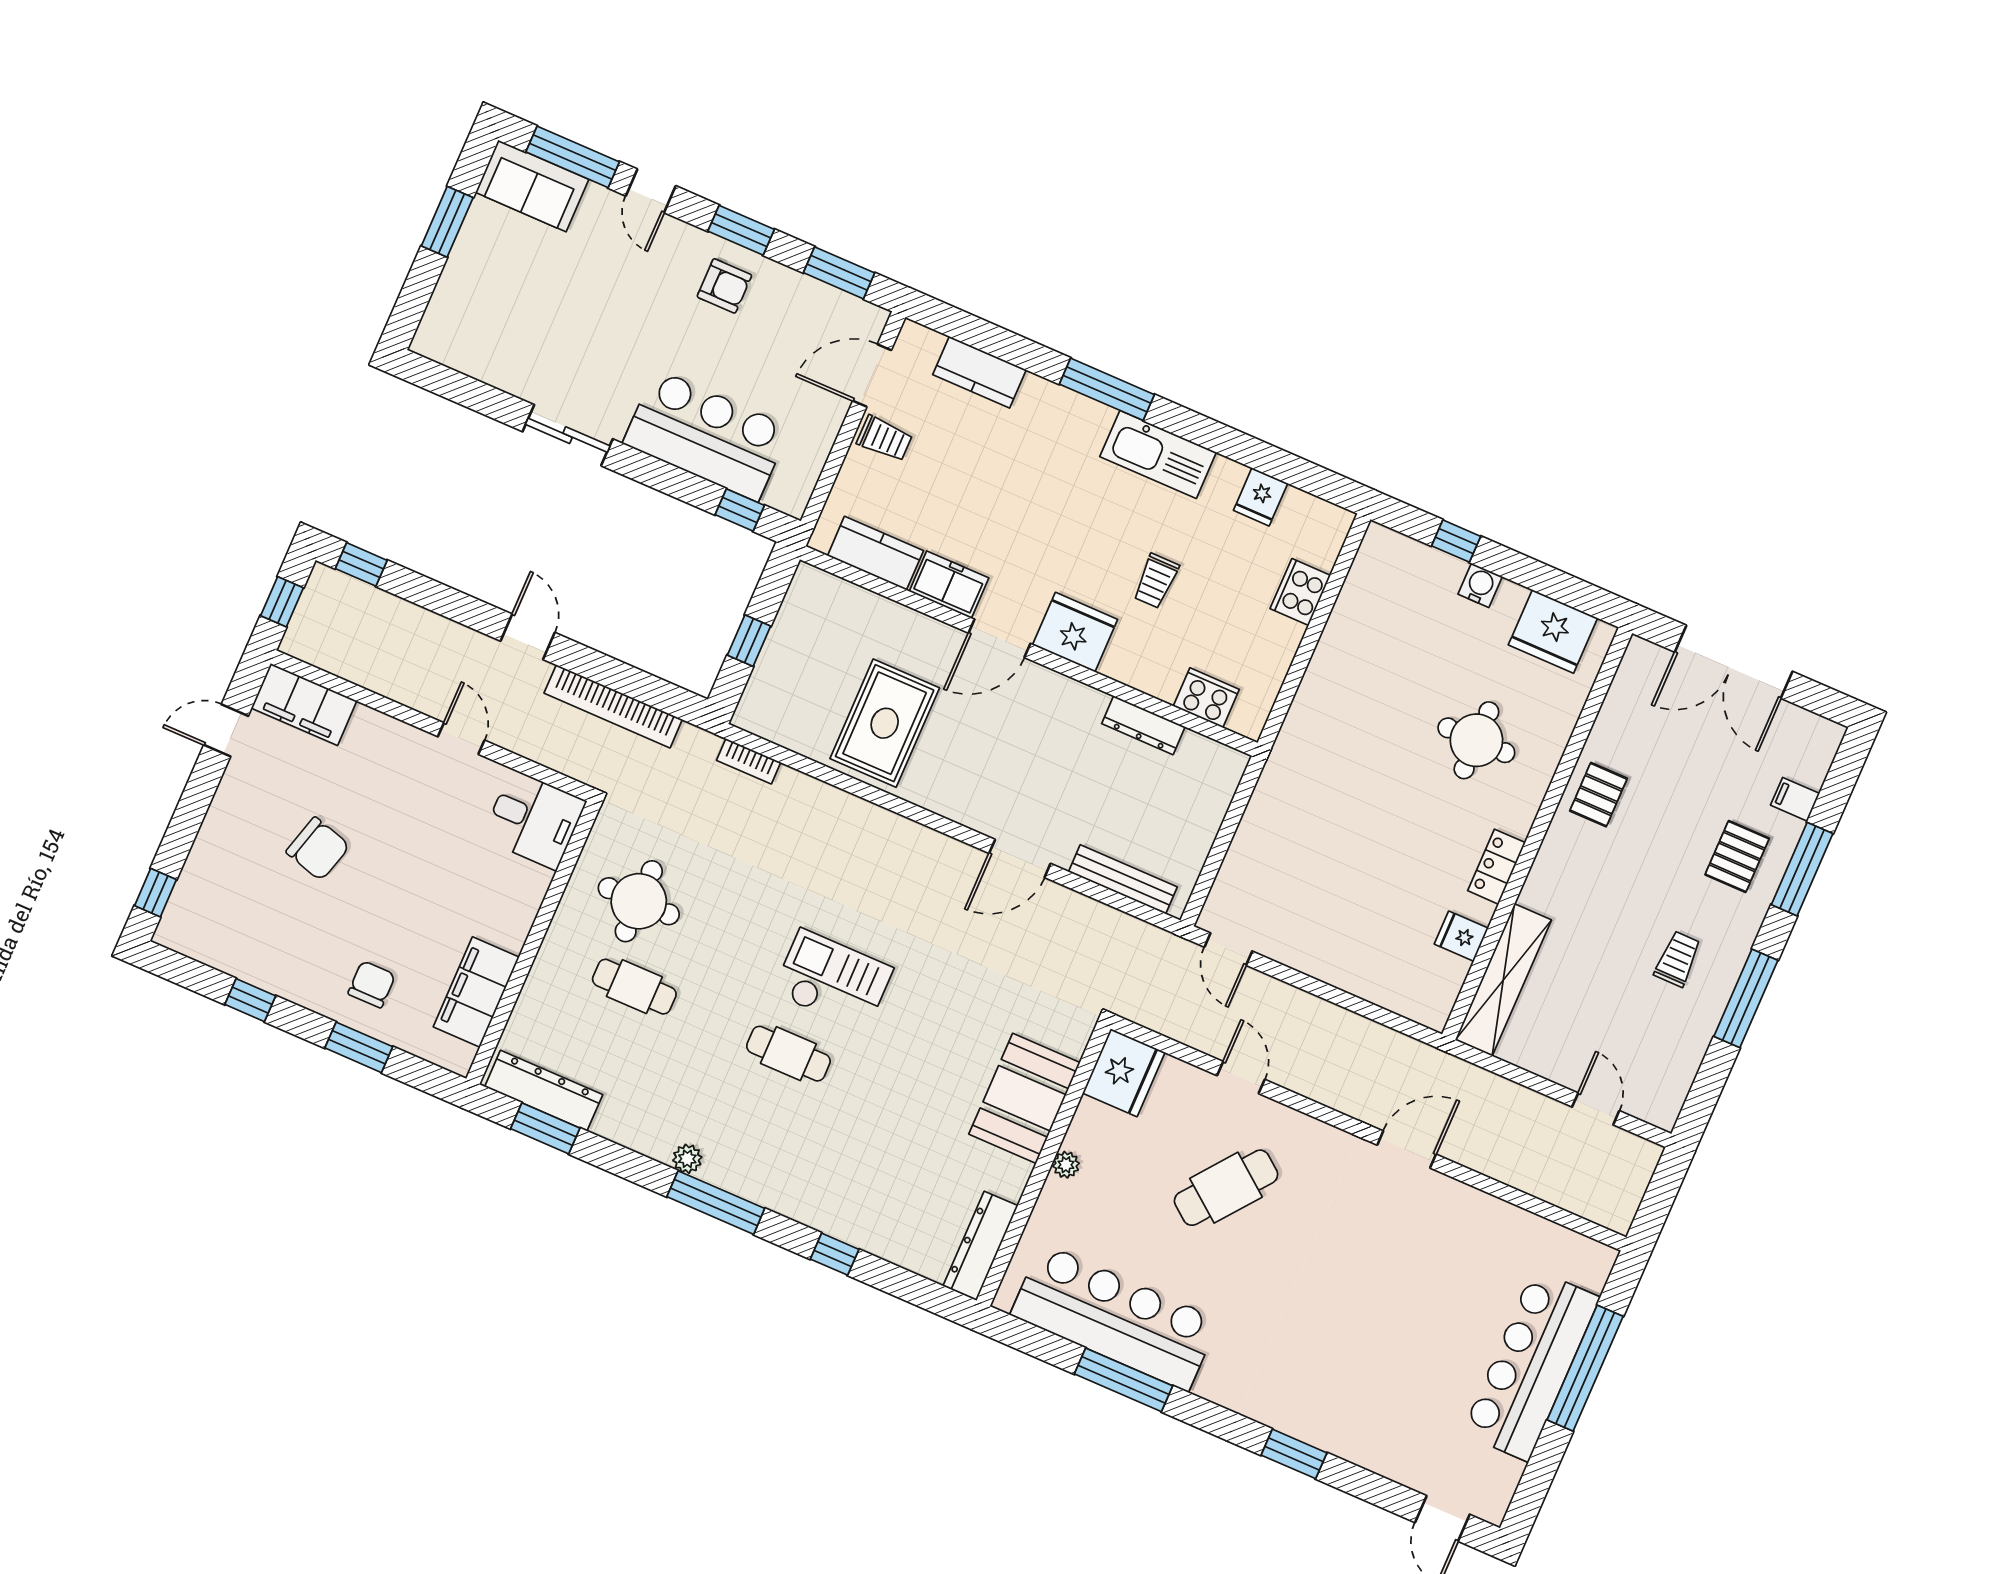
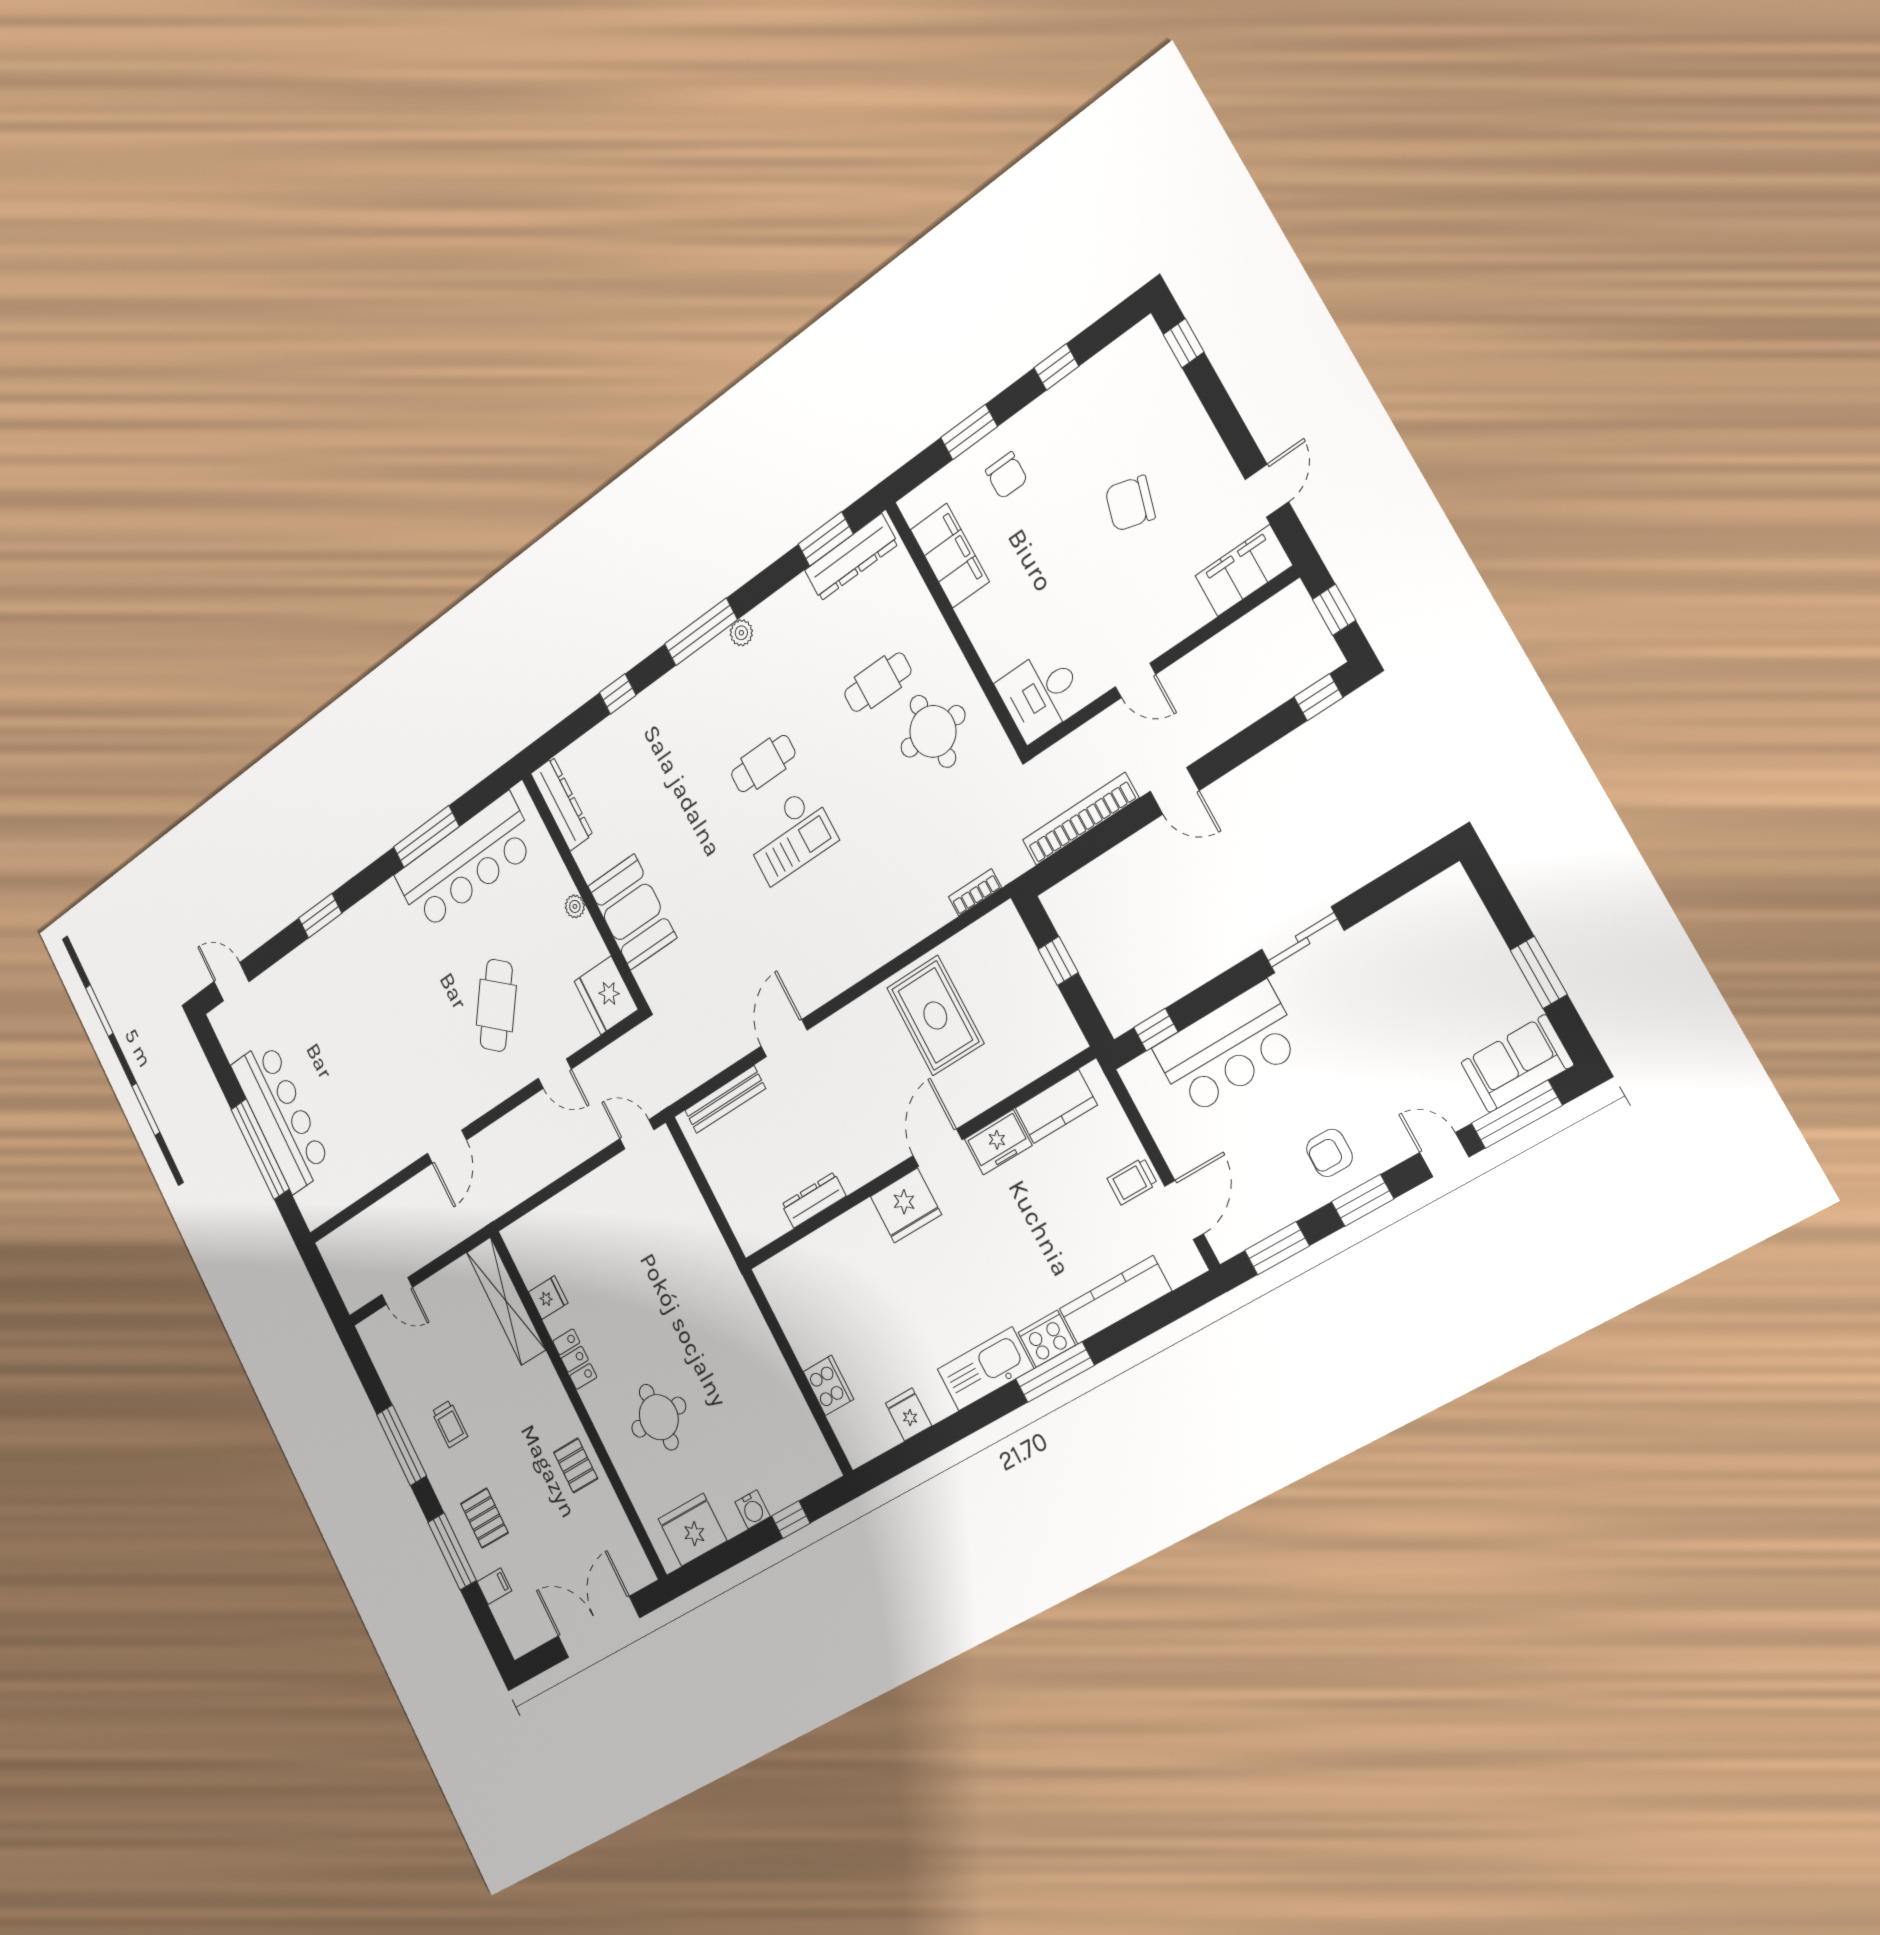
kitchen counter: (980, 372) -> (1115, 1300), width x1.50
trolley: (1156, 581) -> (902, 1292), removed
cooker: (1206, 698) -> (1047, 1339), moved, turned 180

